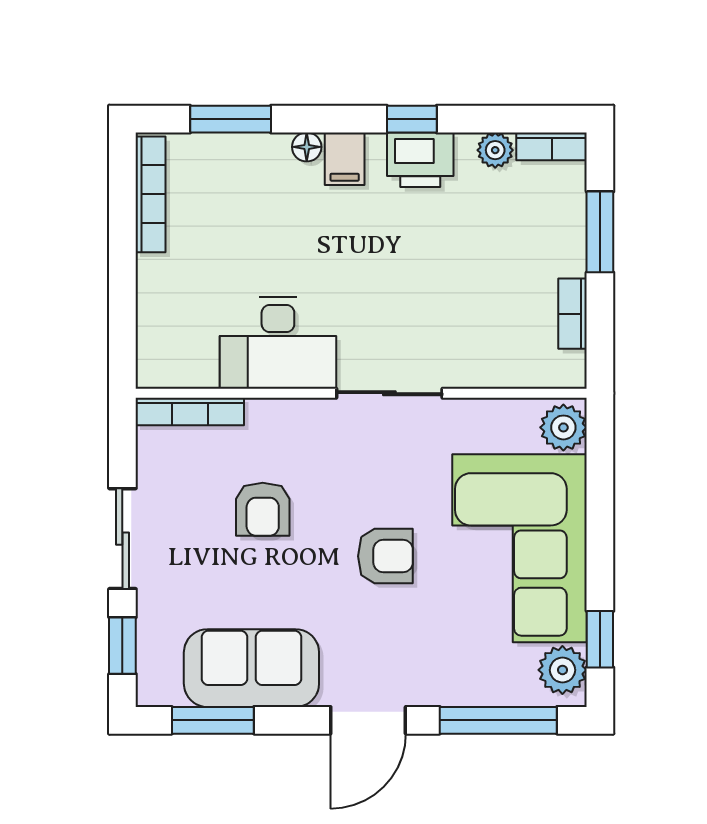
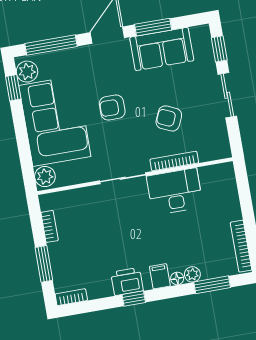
plant: (495, 150) -> (192, 274), moved
bookcase: (190, 411) -> (174, 161), moved
armchair: (263, 509) -> (169, 118), turned -66
window: (213, 720) -> (153, 27), moved

